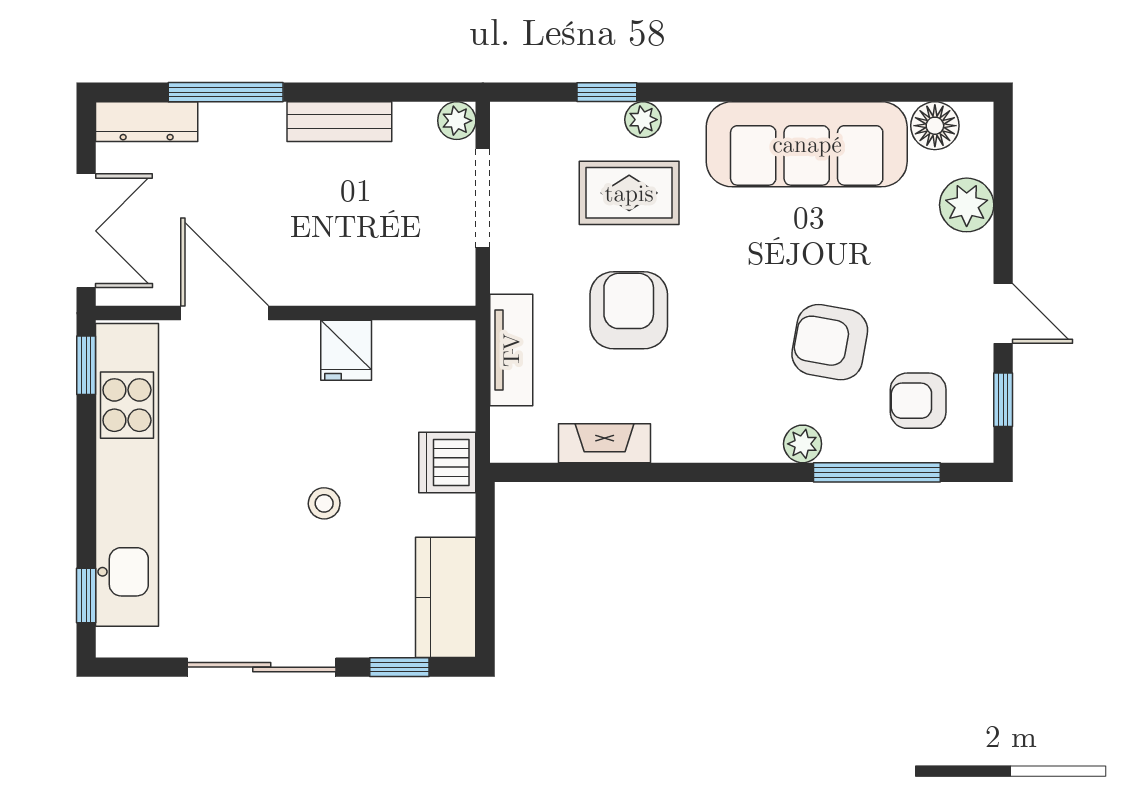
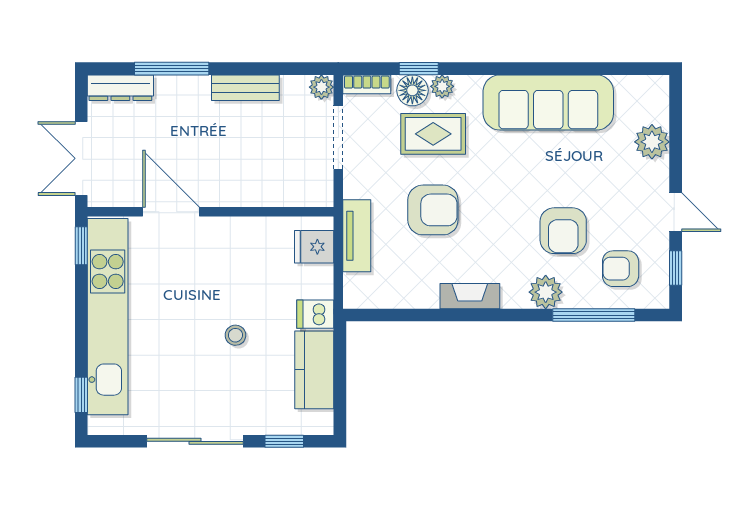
bookcase: (527, 116) -> (367, 84), added
floor lamp: (935, 126) -> (412, 90), moved
double door: (86, 231) -> (81, 158), swing flipped
armchair: (629, 310) -> (433, 210), turned 90
armchair: (830, 342) -> (563, 231), turned -100
fridge: (346, 350) -> (314, 247), moved, turned 90
fireplace: (605, 443) -> (470, 296), moved
plant: (803, 444) -> (546, 292), width x1.38, depth x1.38
dishwasher: (447, 463) -> (315, 314), width x0.73
kitchen counter: (446, 597) -> (314, 370), moved

